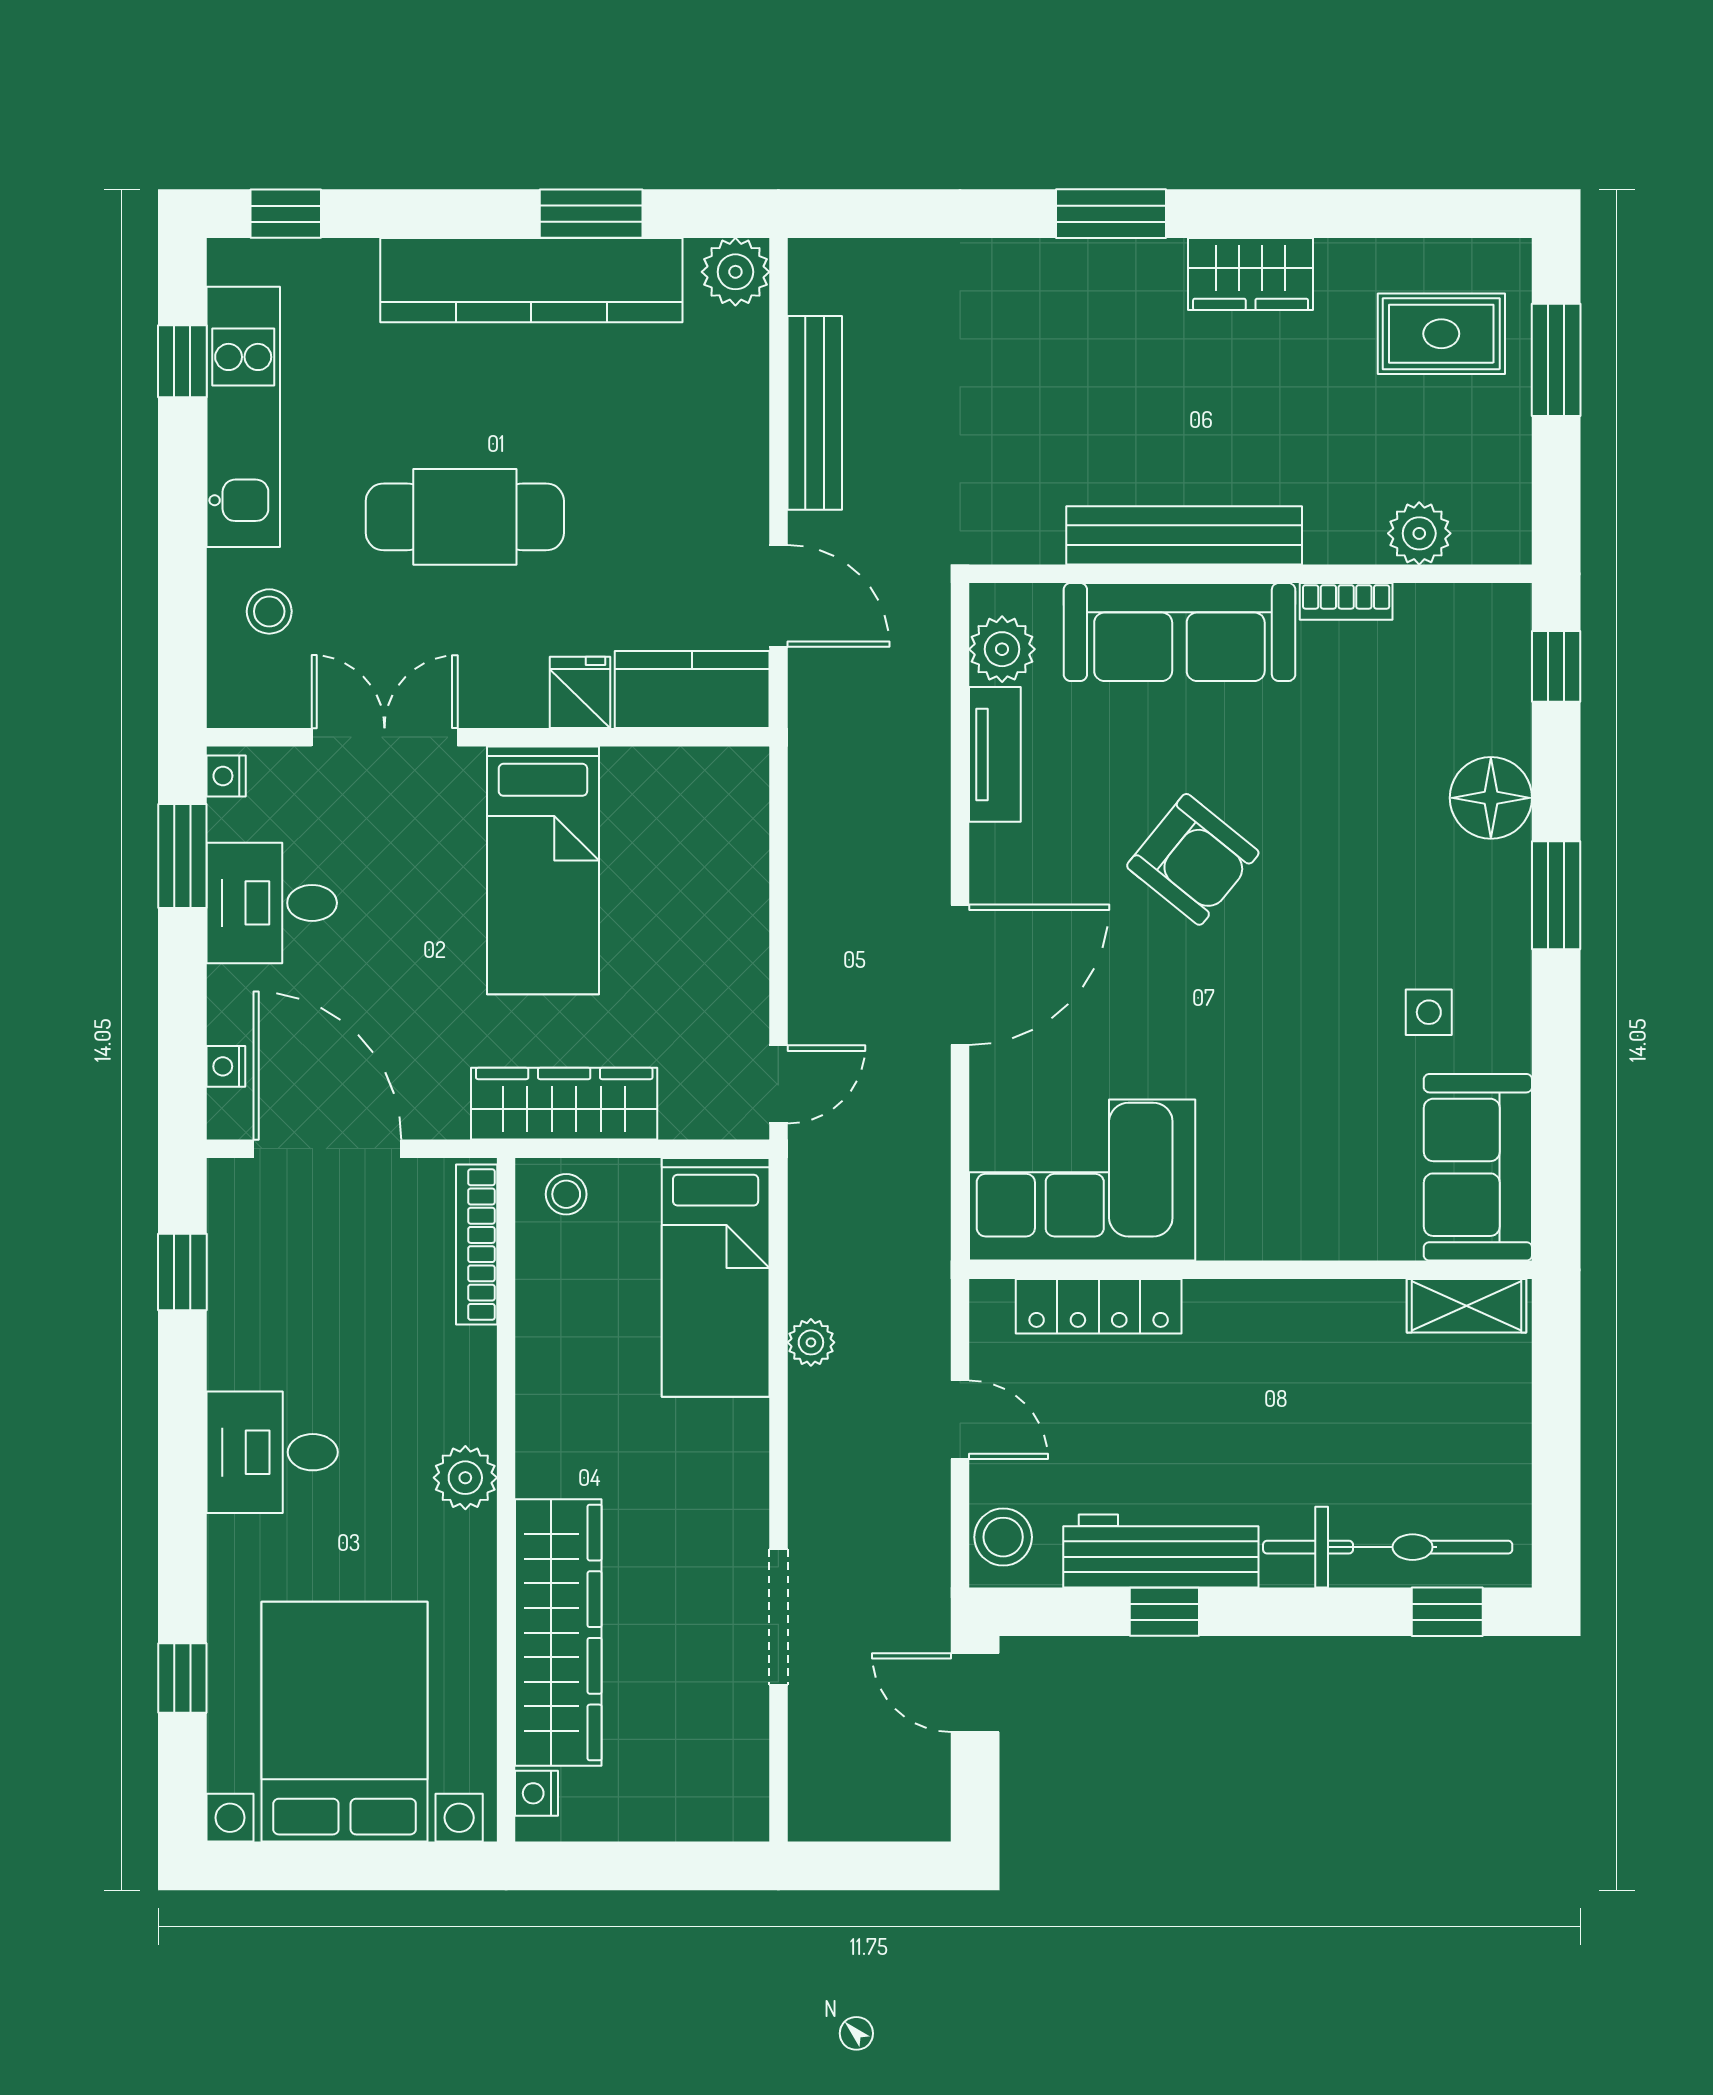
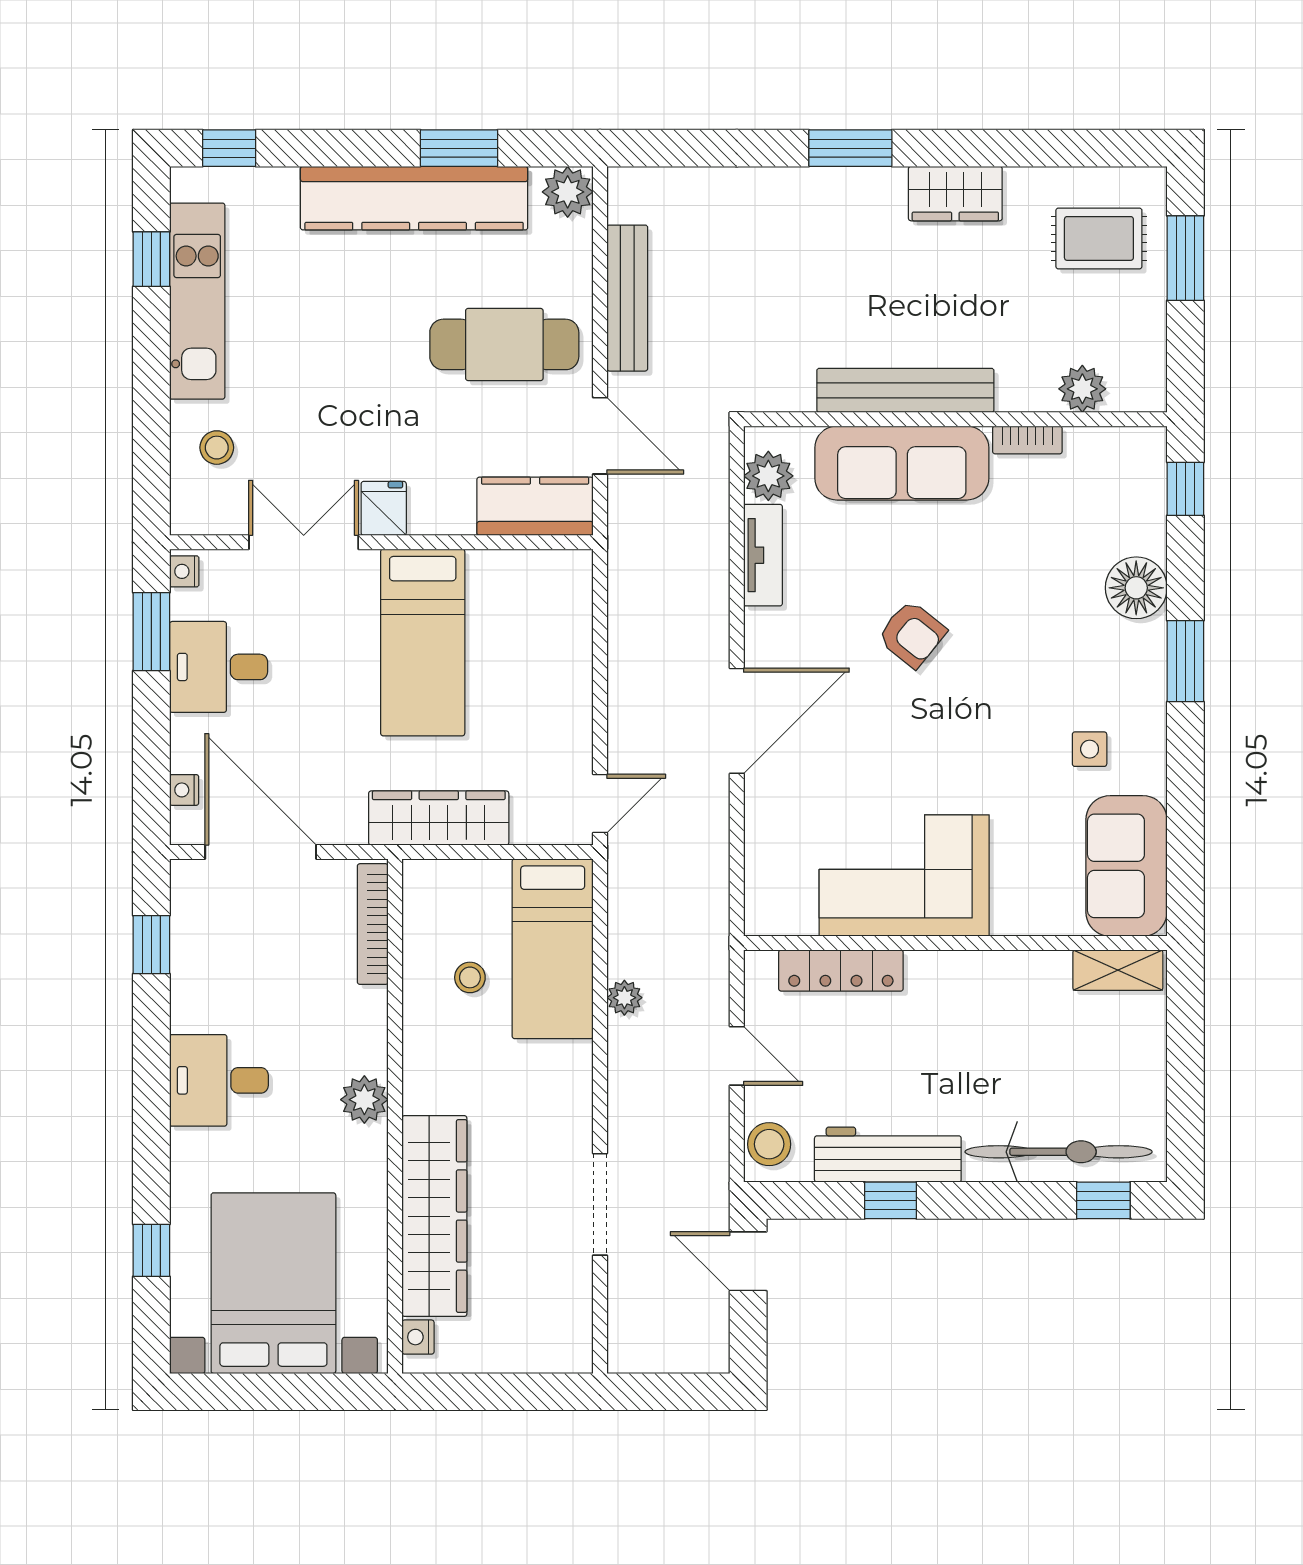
cafe table: (465, 517) -> (504, 344), moved
fridge: (580, 692) -> (384, 508), moved
armchair: (1193, 859) -> (912, 634), width x0.72, depth x0.72
corner sofa: (1082, 1180) -> (904, 876), moved
stool: (566, 1194) -> (470, 977), moved

